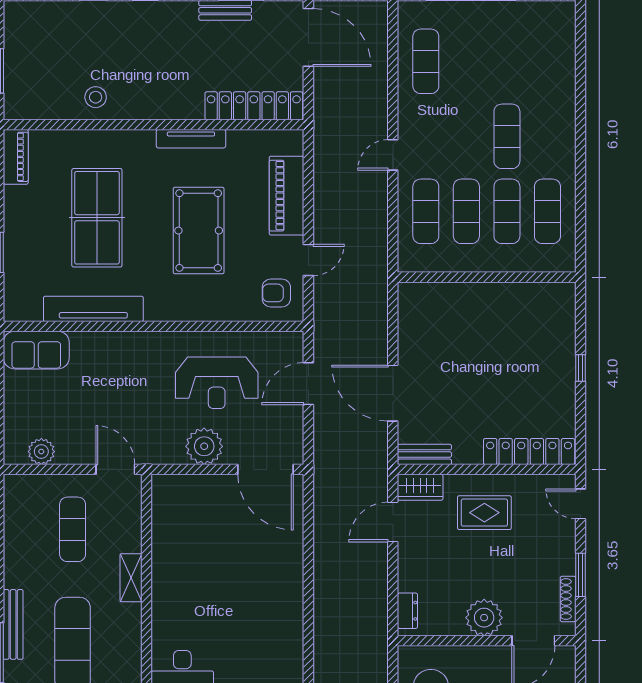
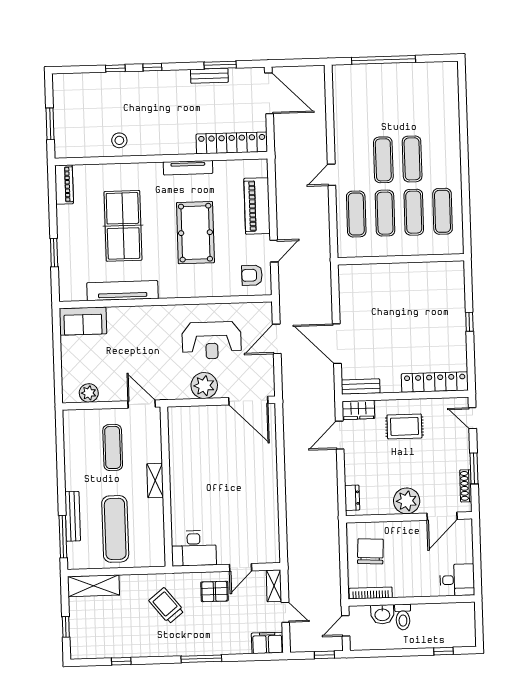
exercise mat: (426, 61) -> (383, 160), moved

